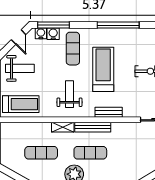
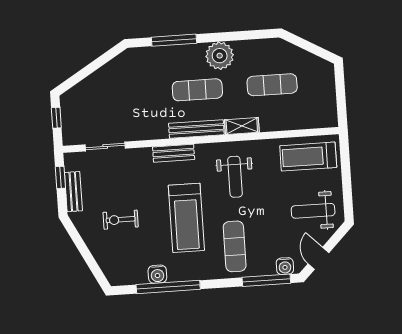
water cooler: (53, 34) -> (157, 274), moved

